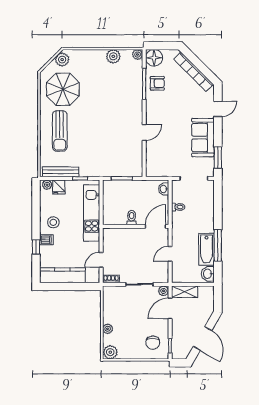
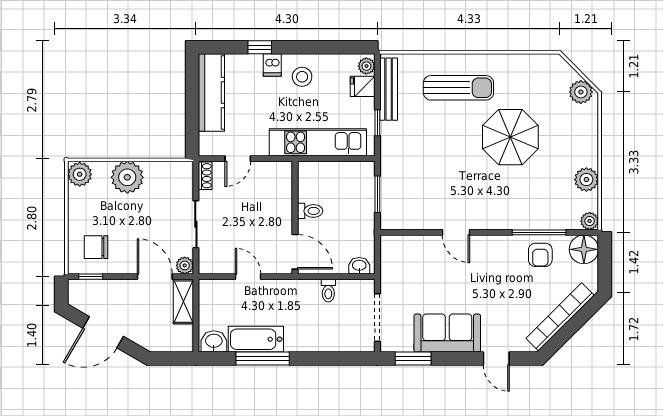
parasol: (63, 89) -> (510, 137), moved
sun lounger: (60, 131) -> (458, 88), turned 180
door: (101, 260) -> (238, 159), swing flipped
plant: (108, 329) -> (127, 177), width x1.87, depth x1.87

